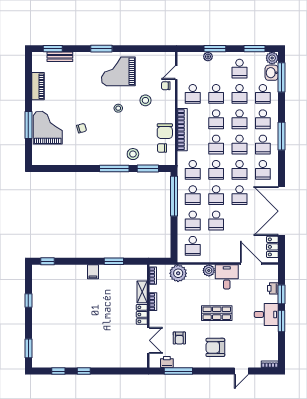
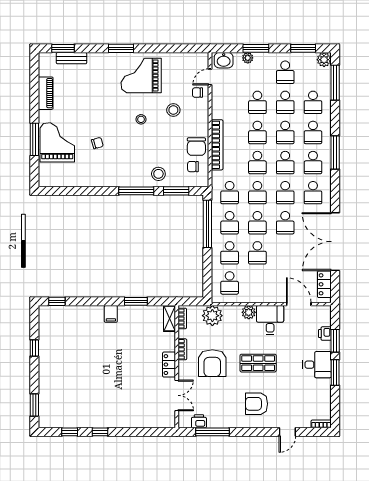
washbasin: (272, 73) -> (224, 60), moved, turned -90
school desk: (193, 94) -> (230, 102), removed
shelving: (142, 292) -> (170, 319), moved
armchair: (179, 338) -> (212, 363), moved, width x1.88, depth x1.88

